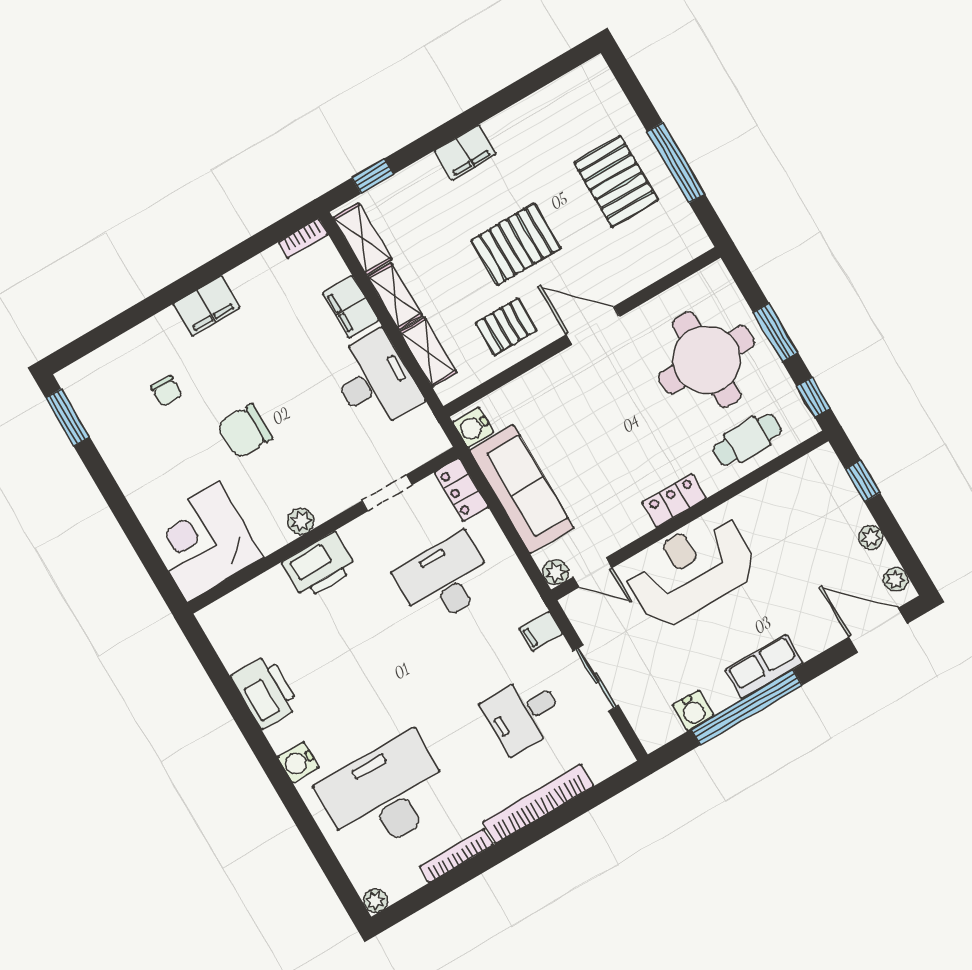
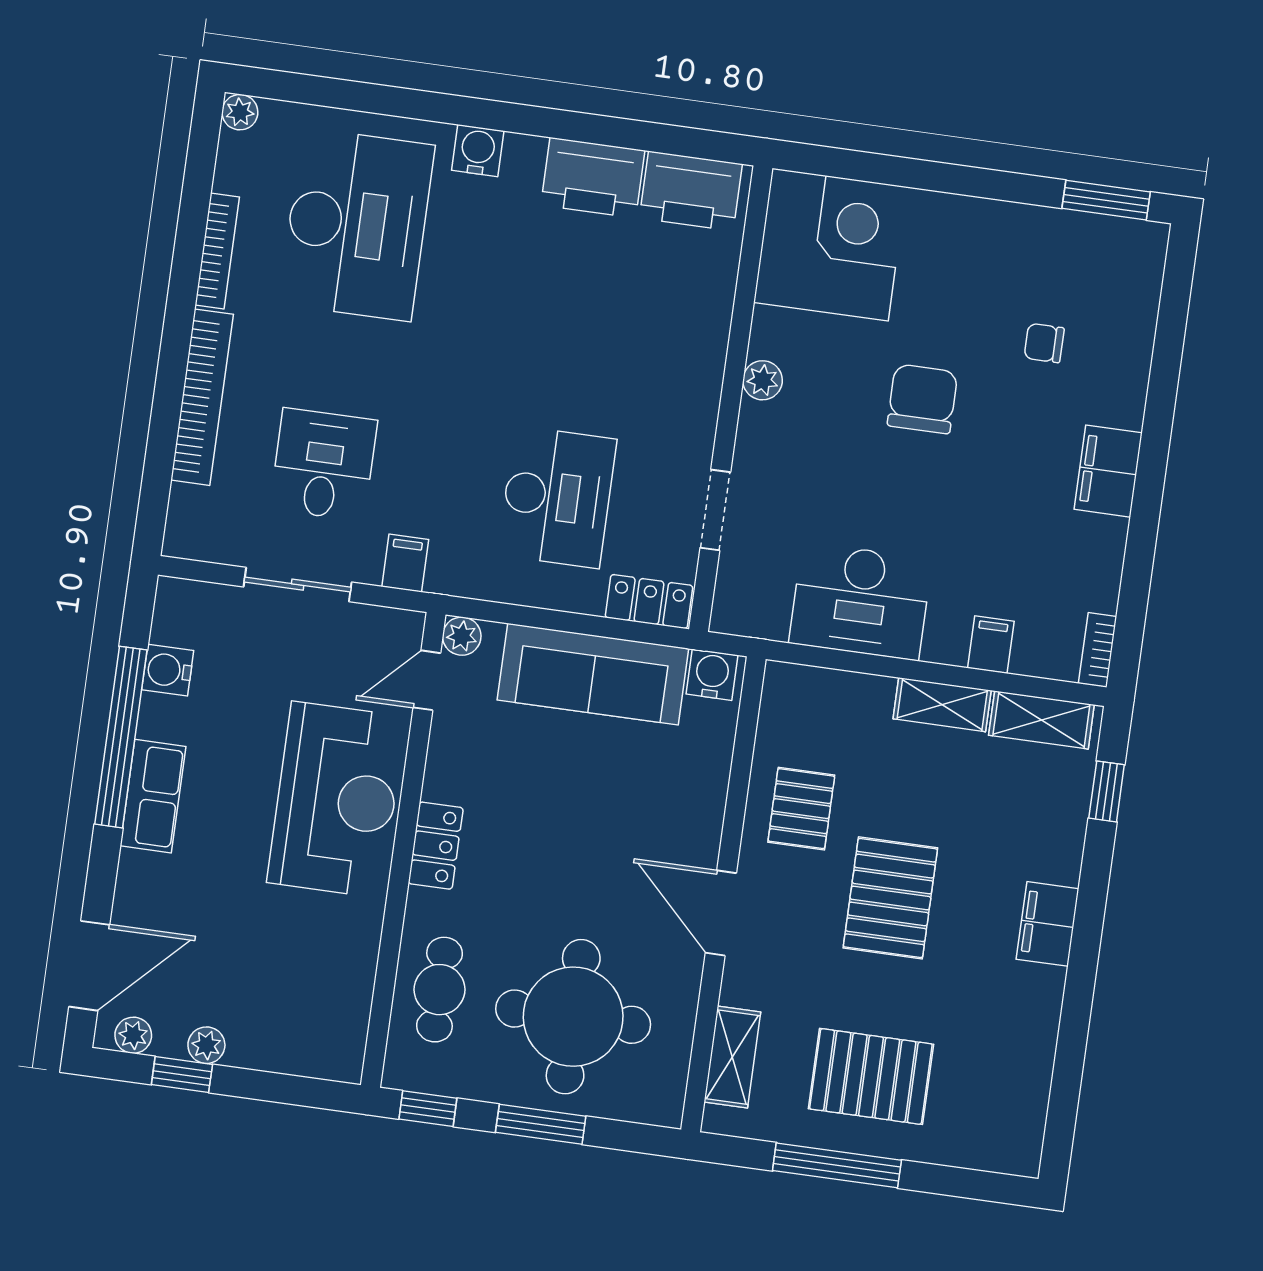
filing cabinet: (351, 307) -> (991, 645), width x0.50
door: (593, 326) -> (721, 913), swing flipped
shelving: (428, 352) -> (732, 1057), moved, turned 90
window: (863, 481) -> (182, 1075), moved
printer: (319, 566) -> (691, 191), moved, turned -90

